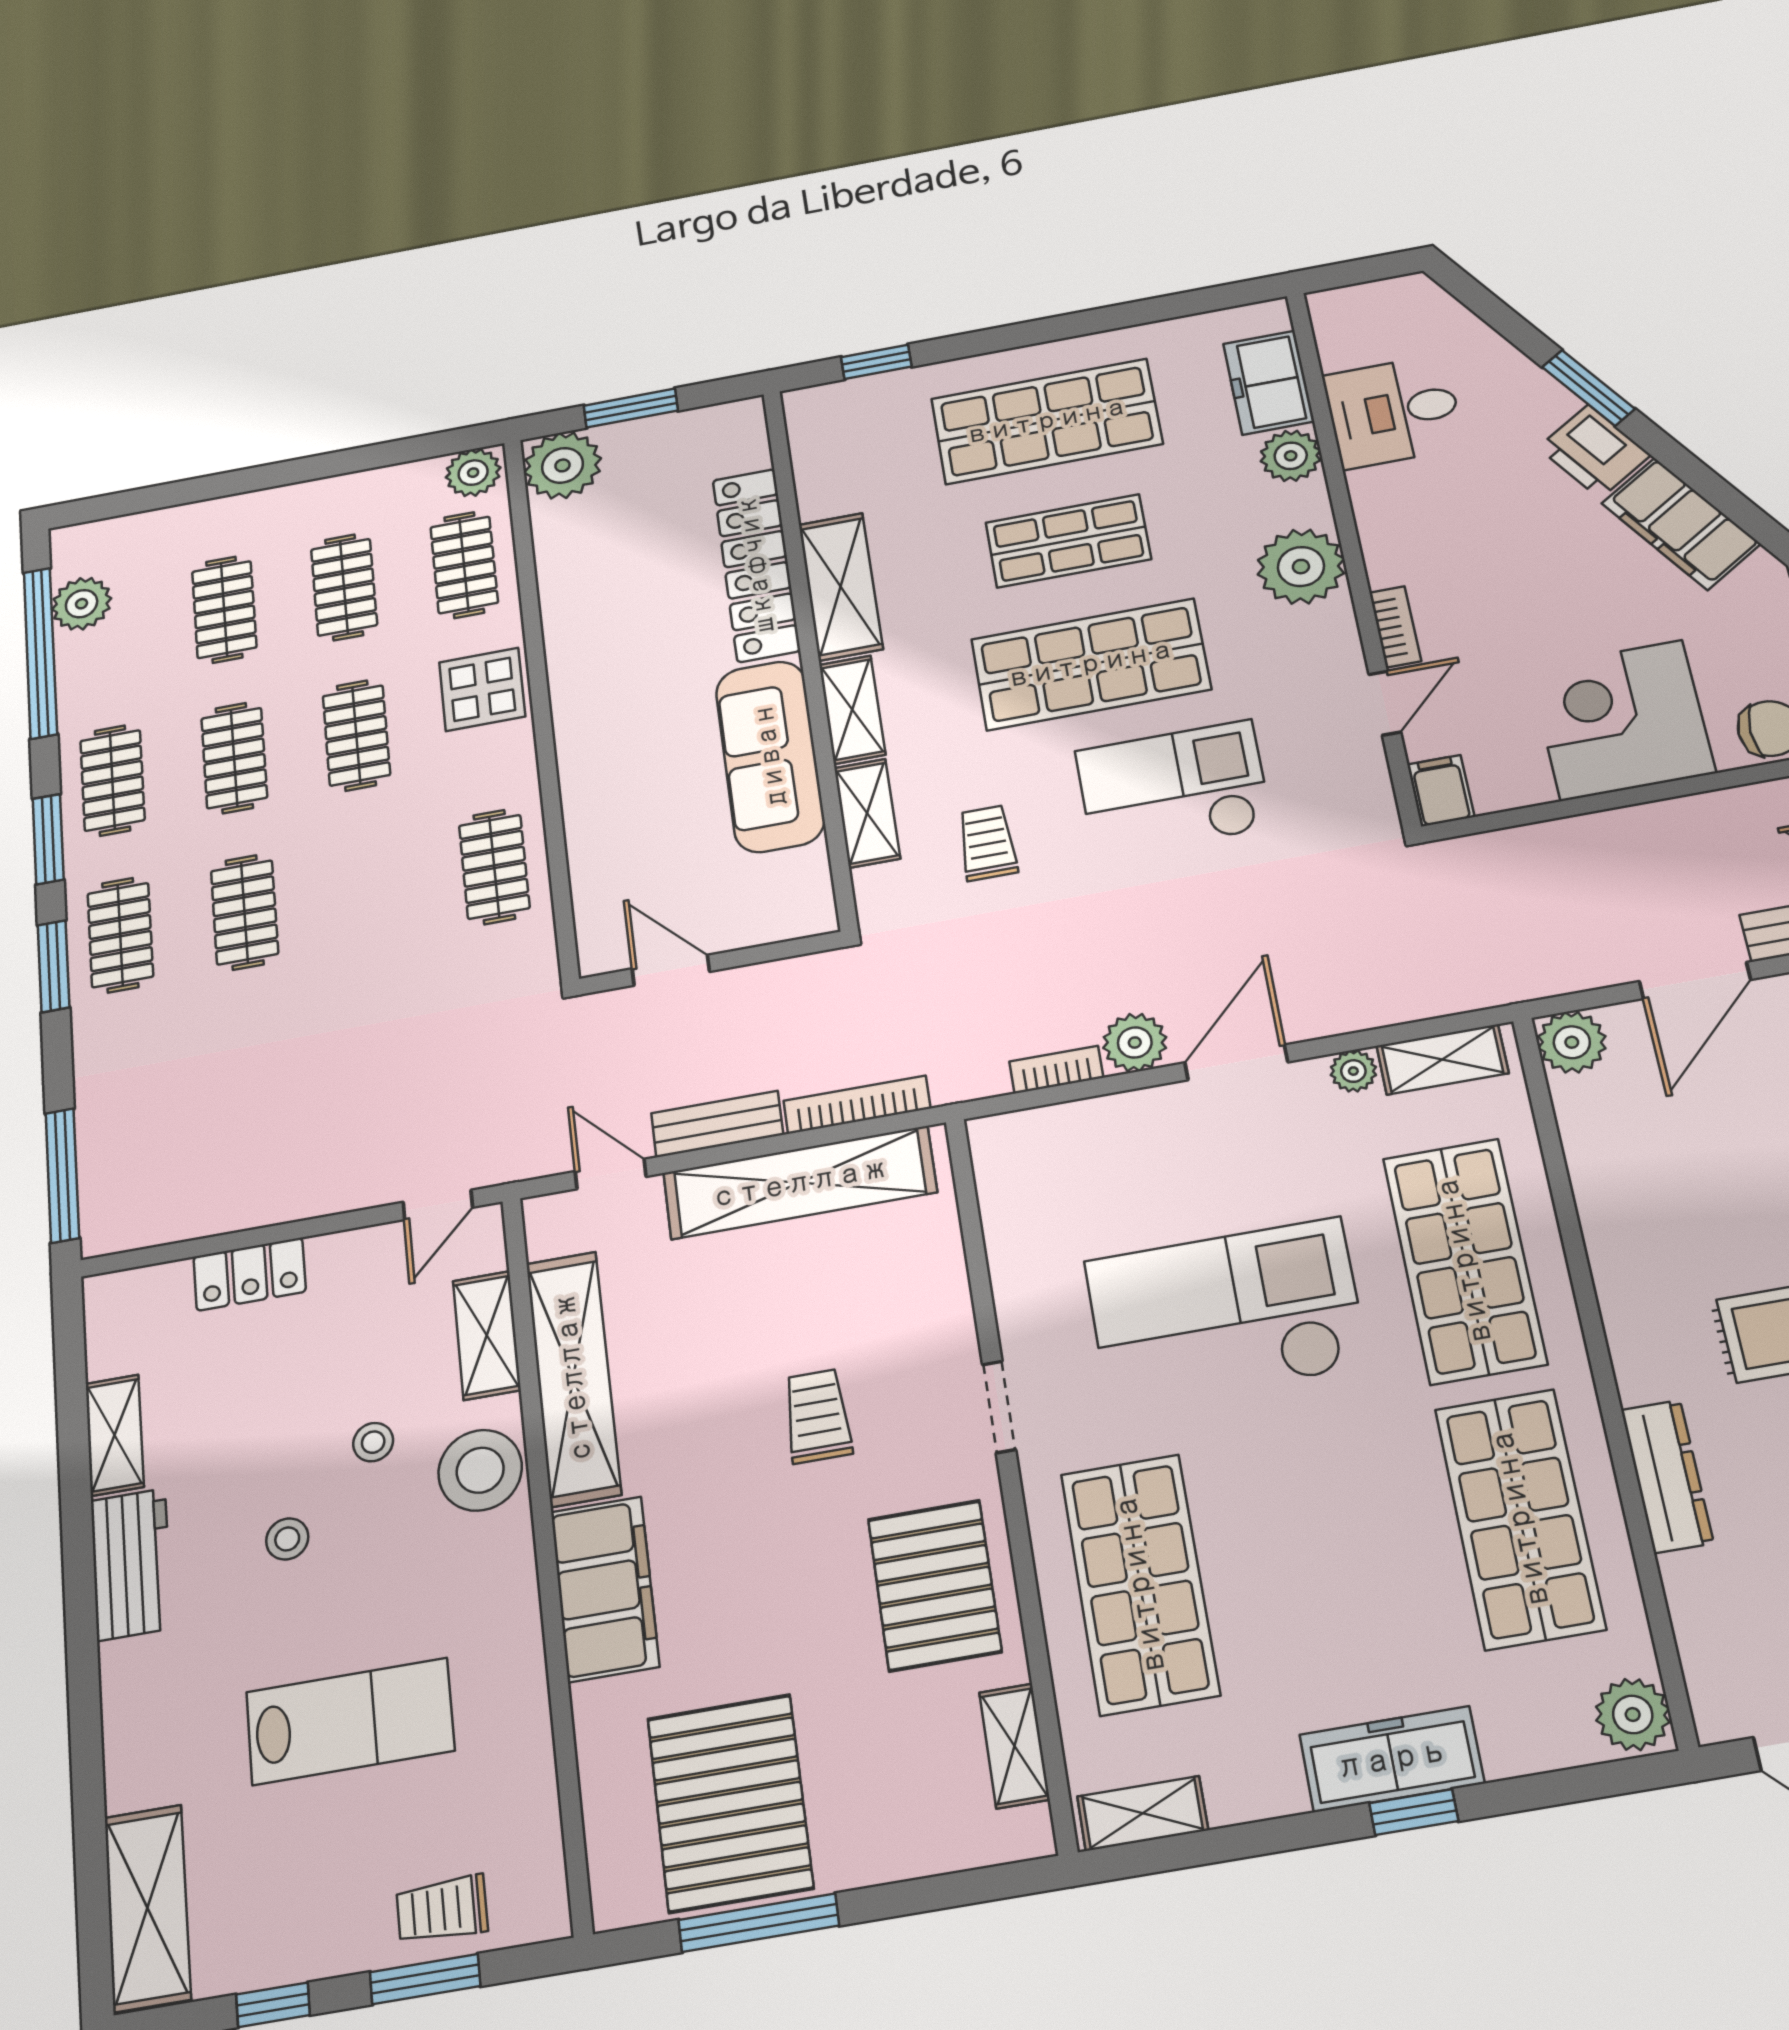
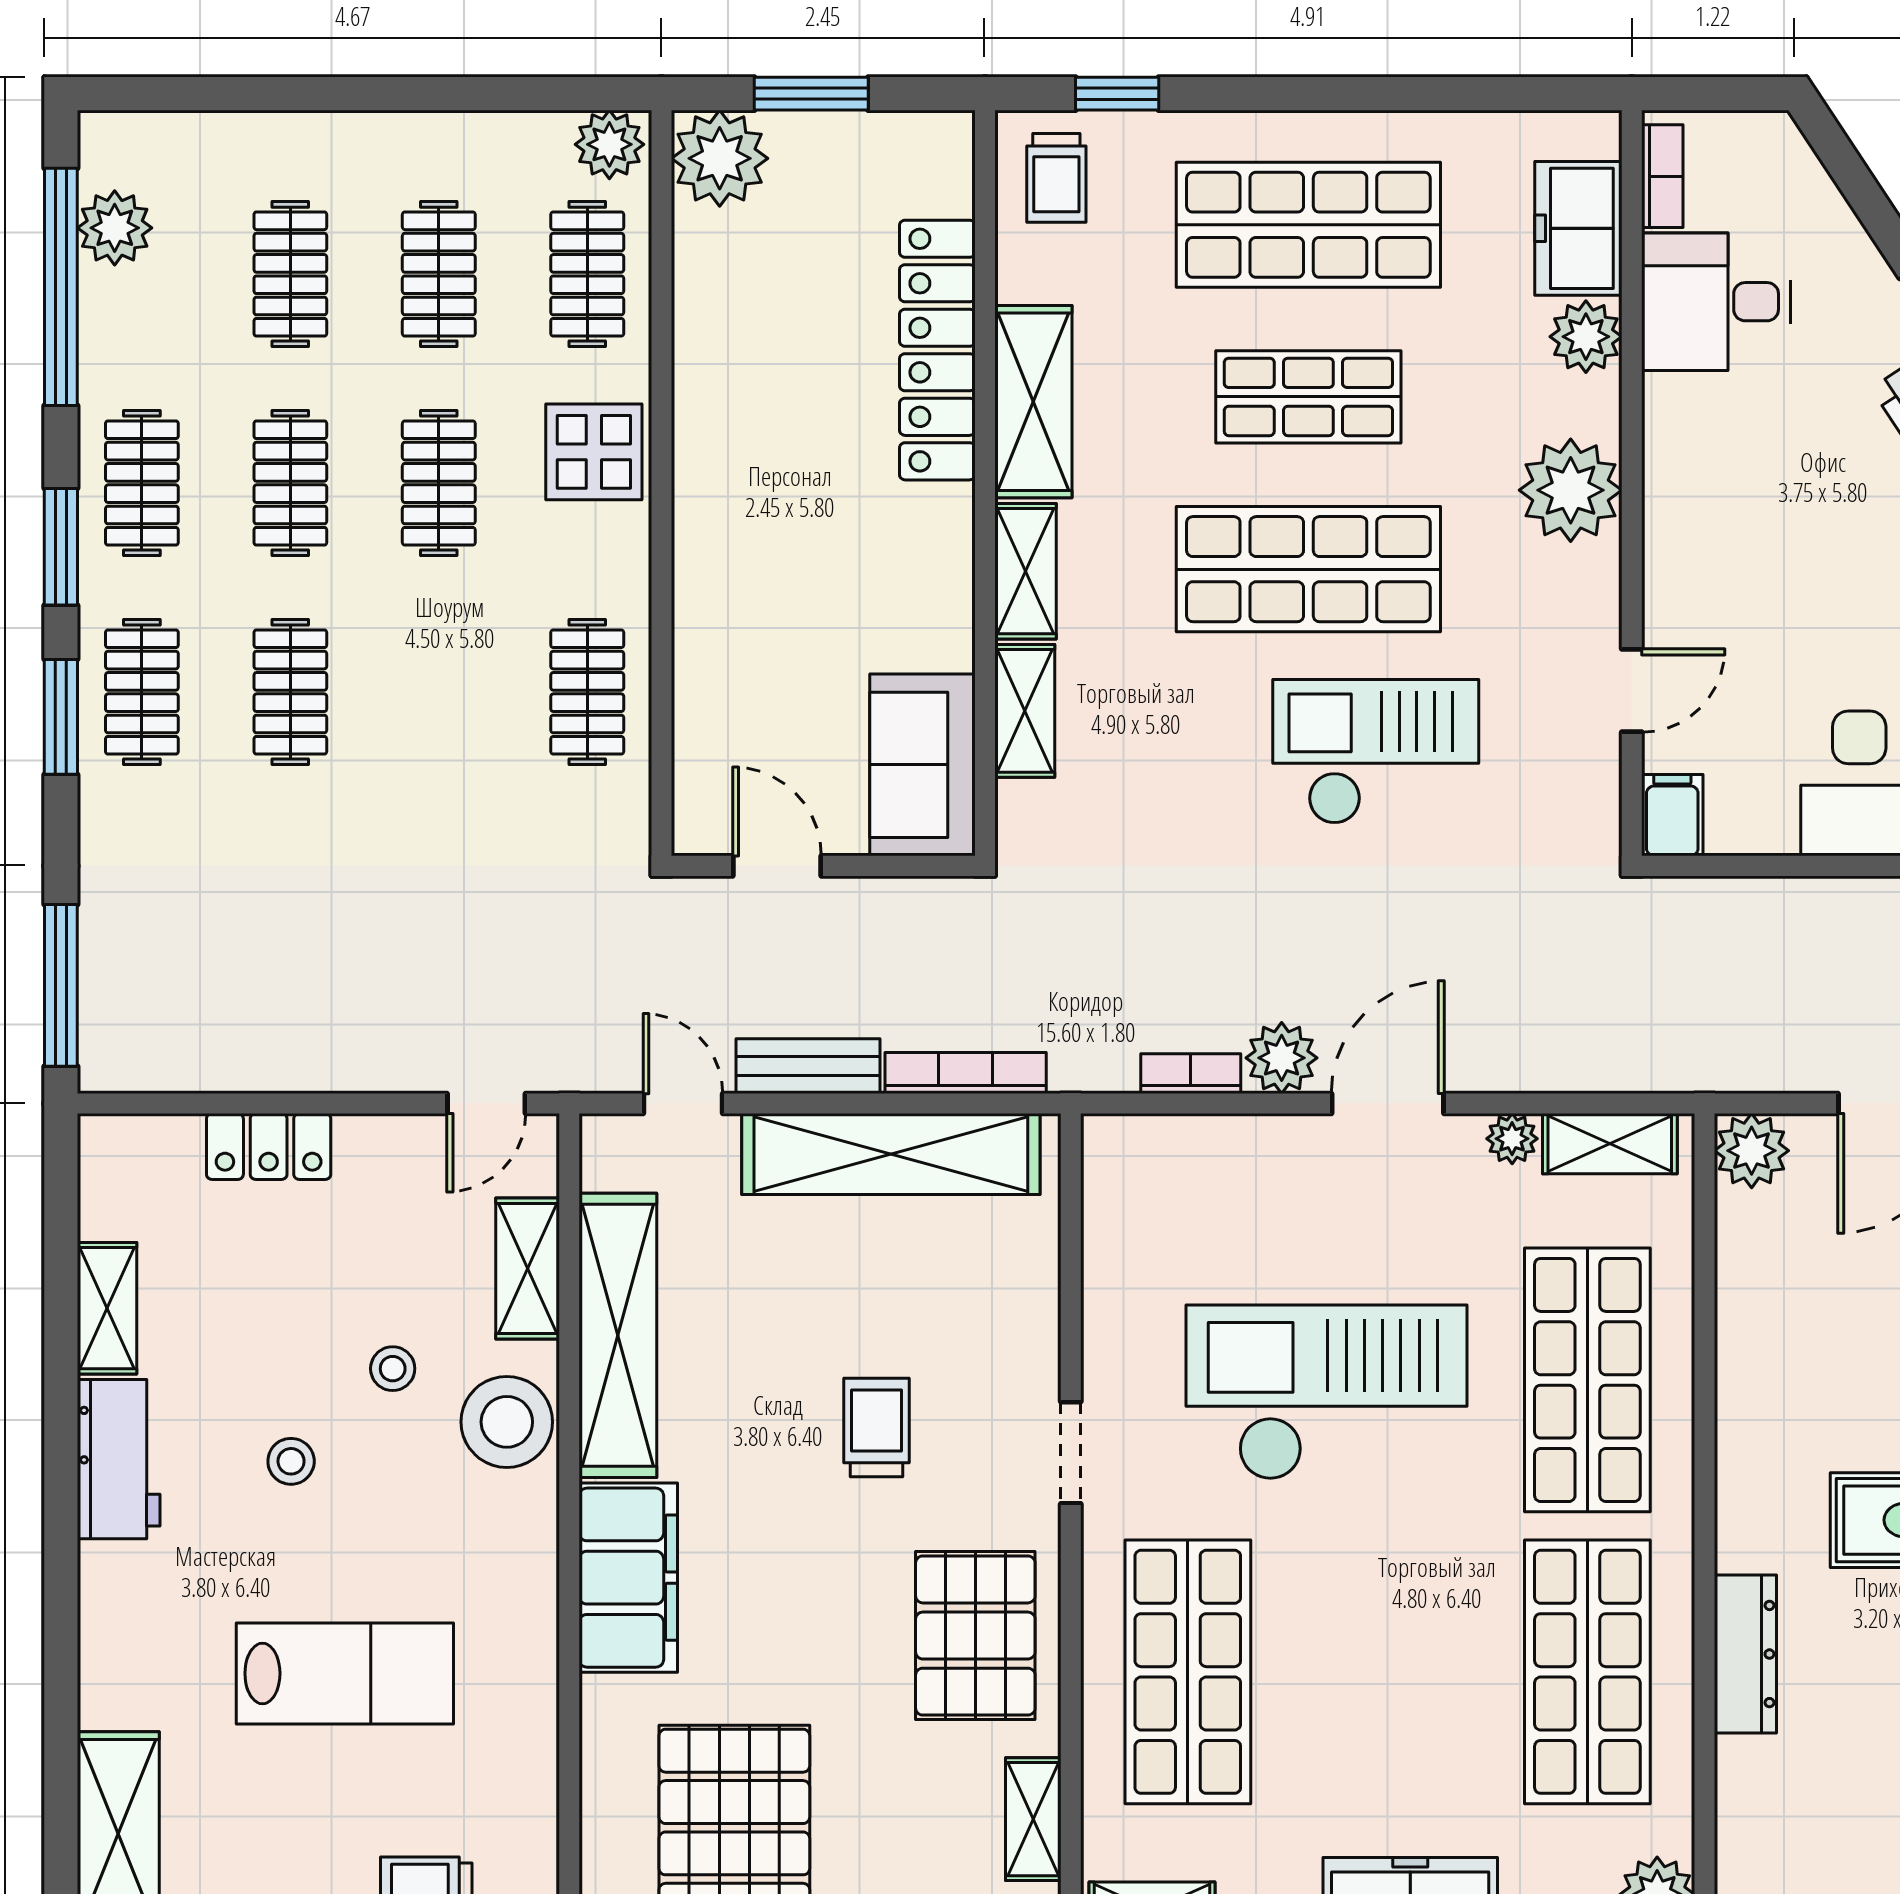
bookcase: (1395, 627) -> (1662, 176), moved
sofa: (770, 756) -> (922, 765), moved, width x0.73
trolley: (987, 843) -> (1056, 178), moved, turned 180

